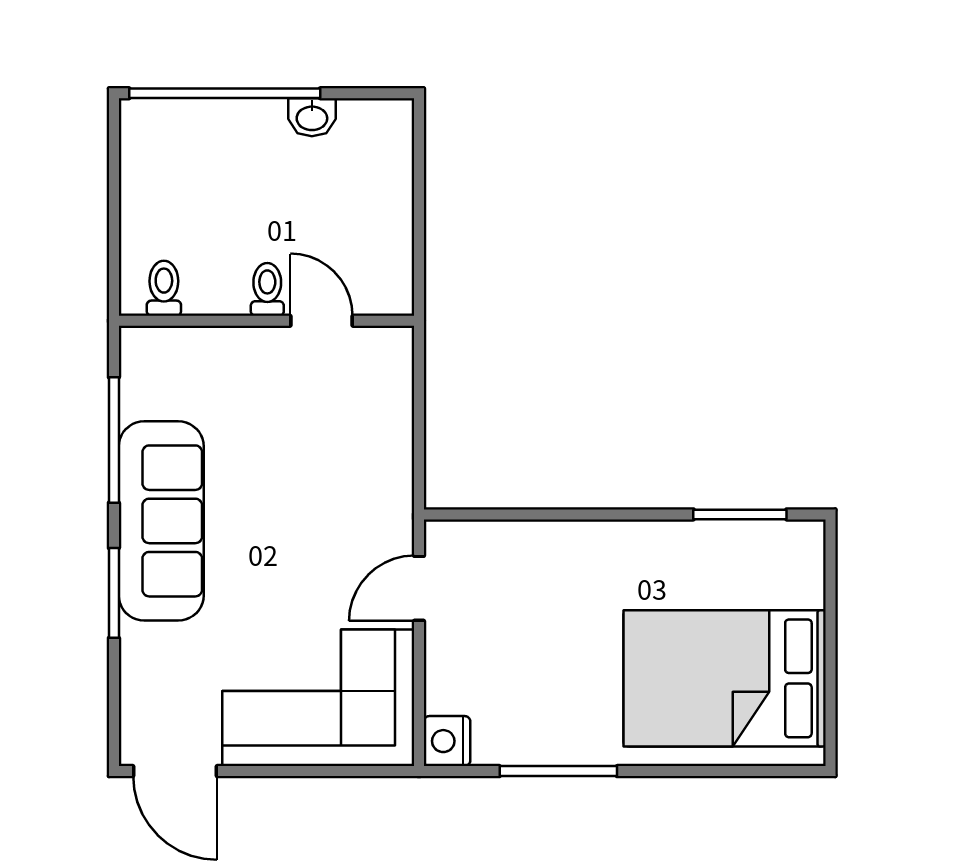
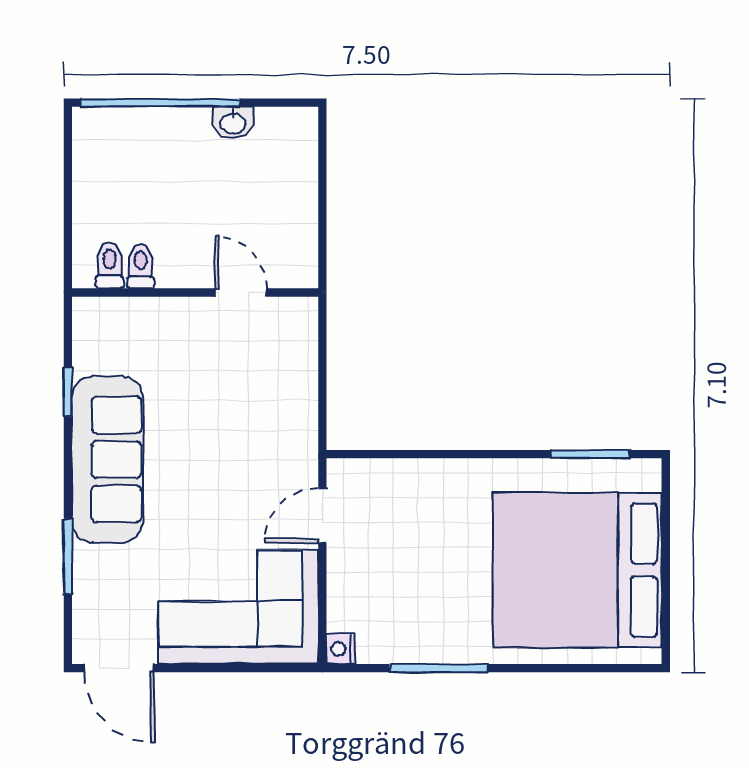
toilet: (267, 289) -> (141, 266), moved
window: (114, 440) -> (68, 392), width x0.46
window: (114, 593) -> (68, 557), moved
bed: (725, 678) -> (577, 570), width x1.36
nightstand: (447, 741) -> (341, 649), width x0.72, depth x0.74

